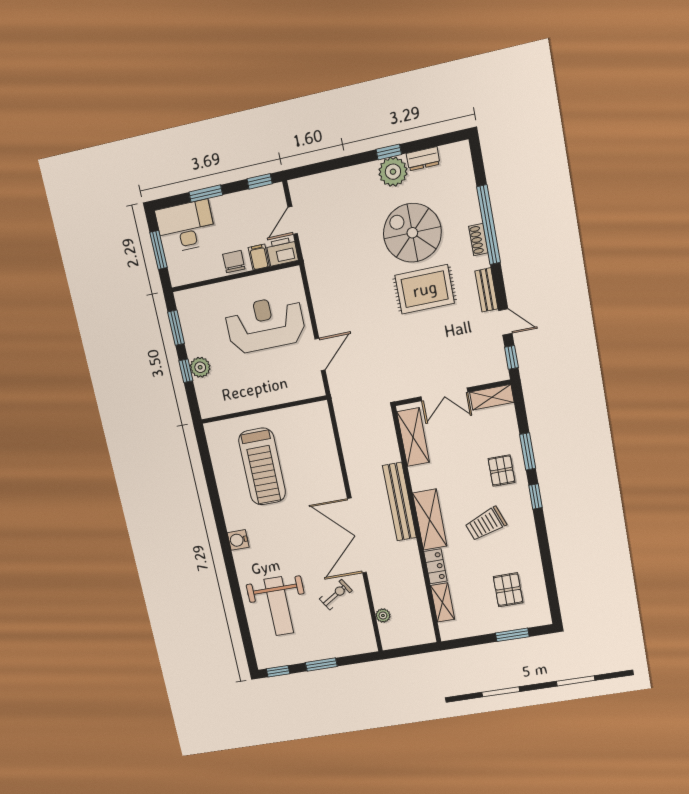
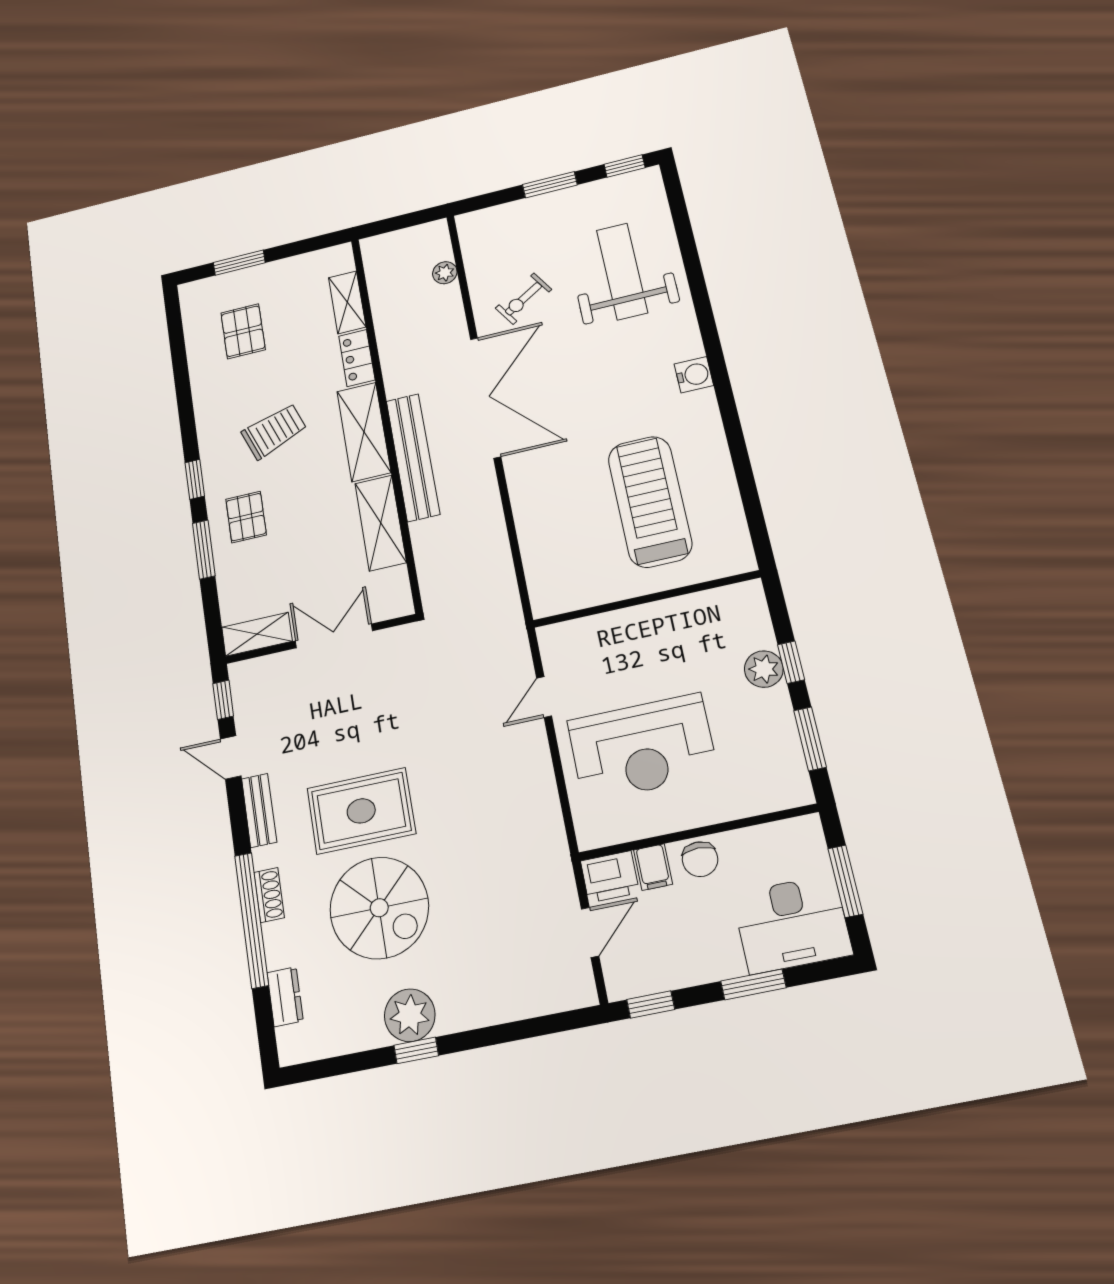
dresser: (423, 159) -> (285, 997), moved, turned 90
door: (320, 354) -> (544, 697), width x0.73
shelving: (413, 437) -> (381, 523), moved

